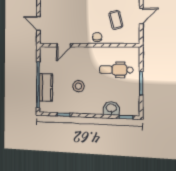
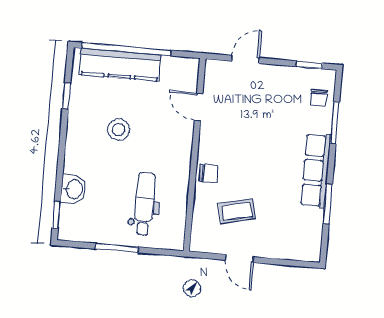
kitchen counter: (46, 87) -> (120, 65), width x1.50

